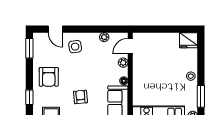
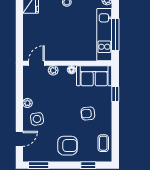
plant: (104, 37) -> (27, 103), moved
door: (130, 46) -> (36, 63), swing flipped

